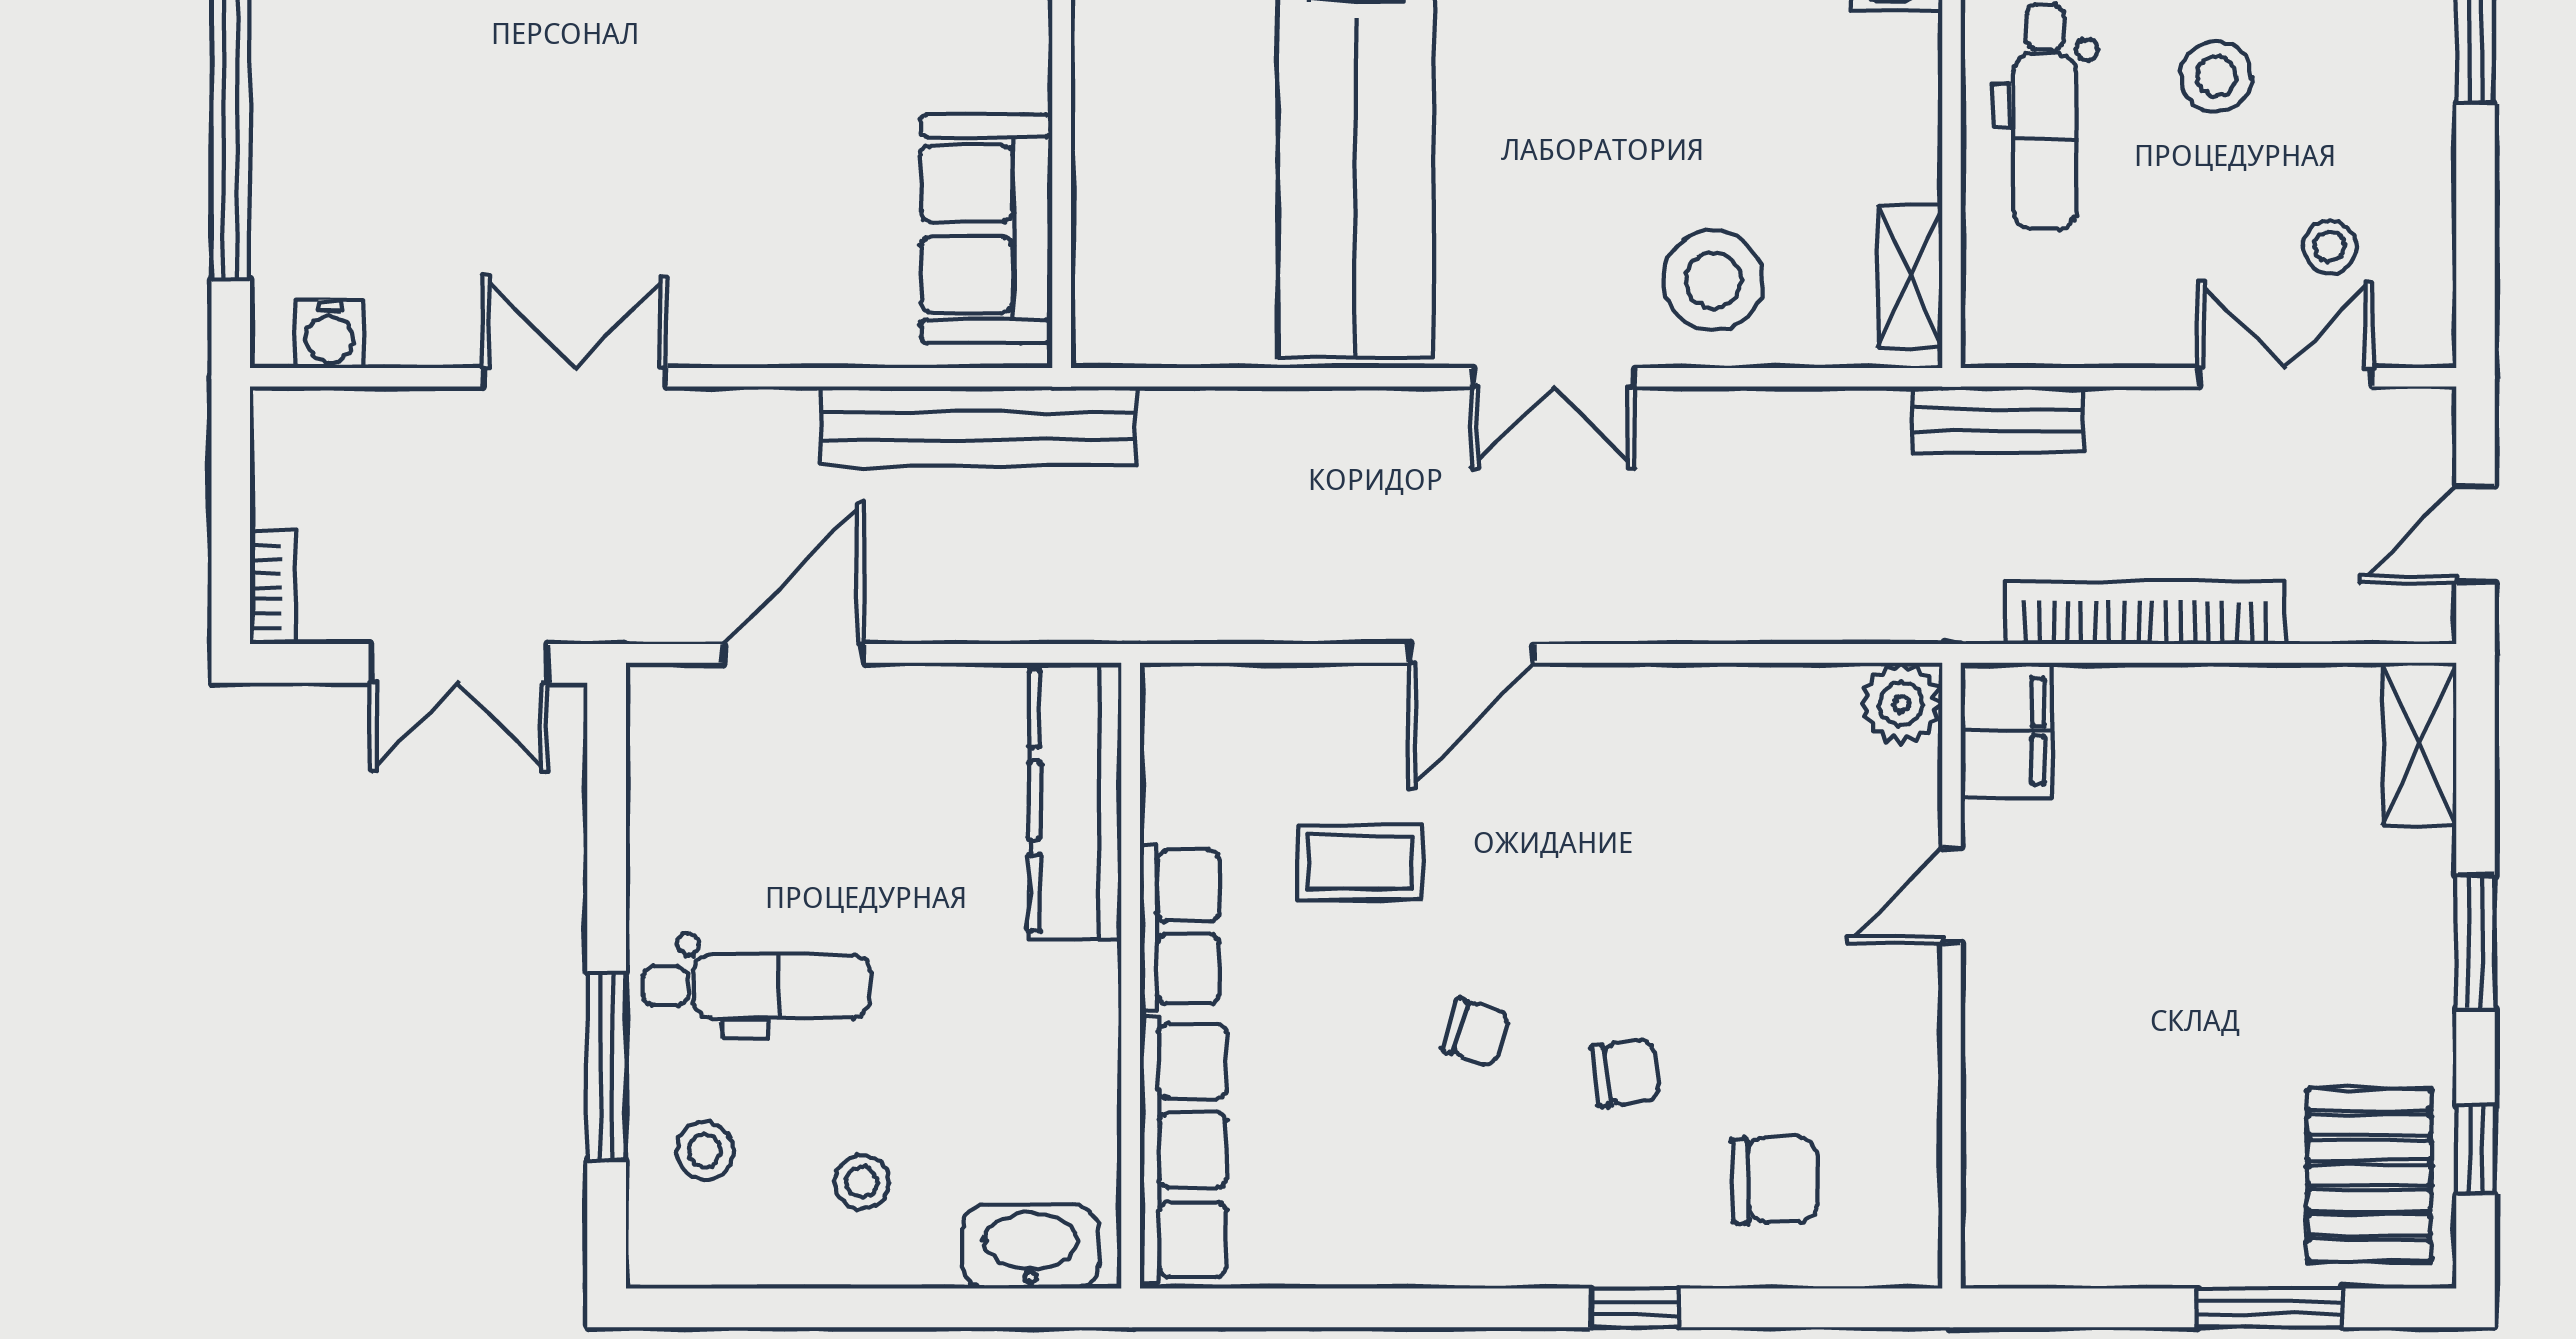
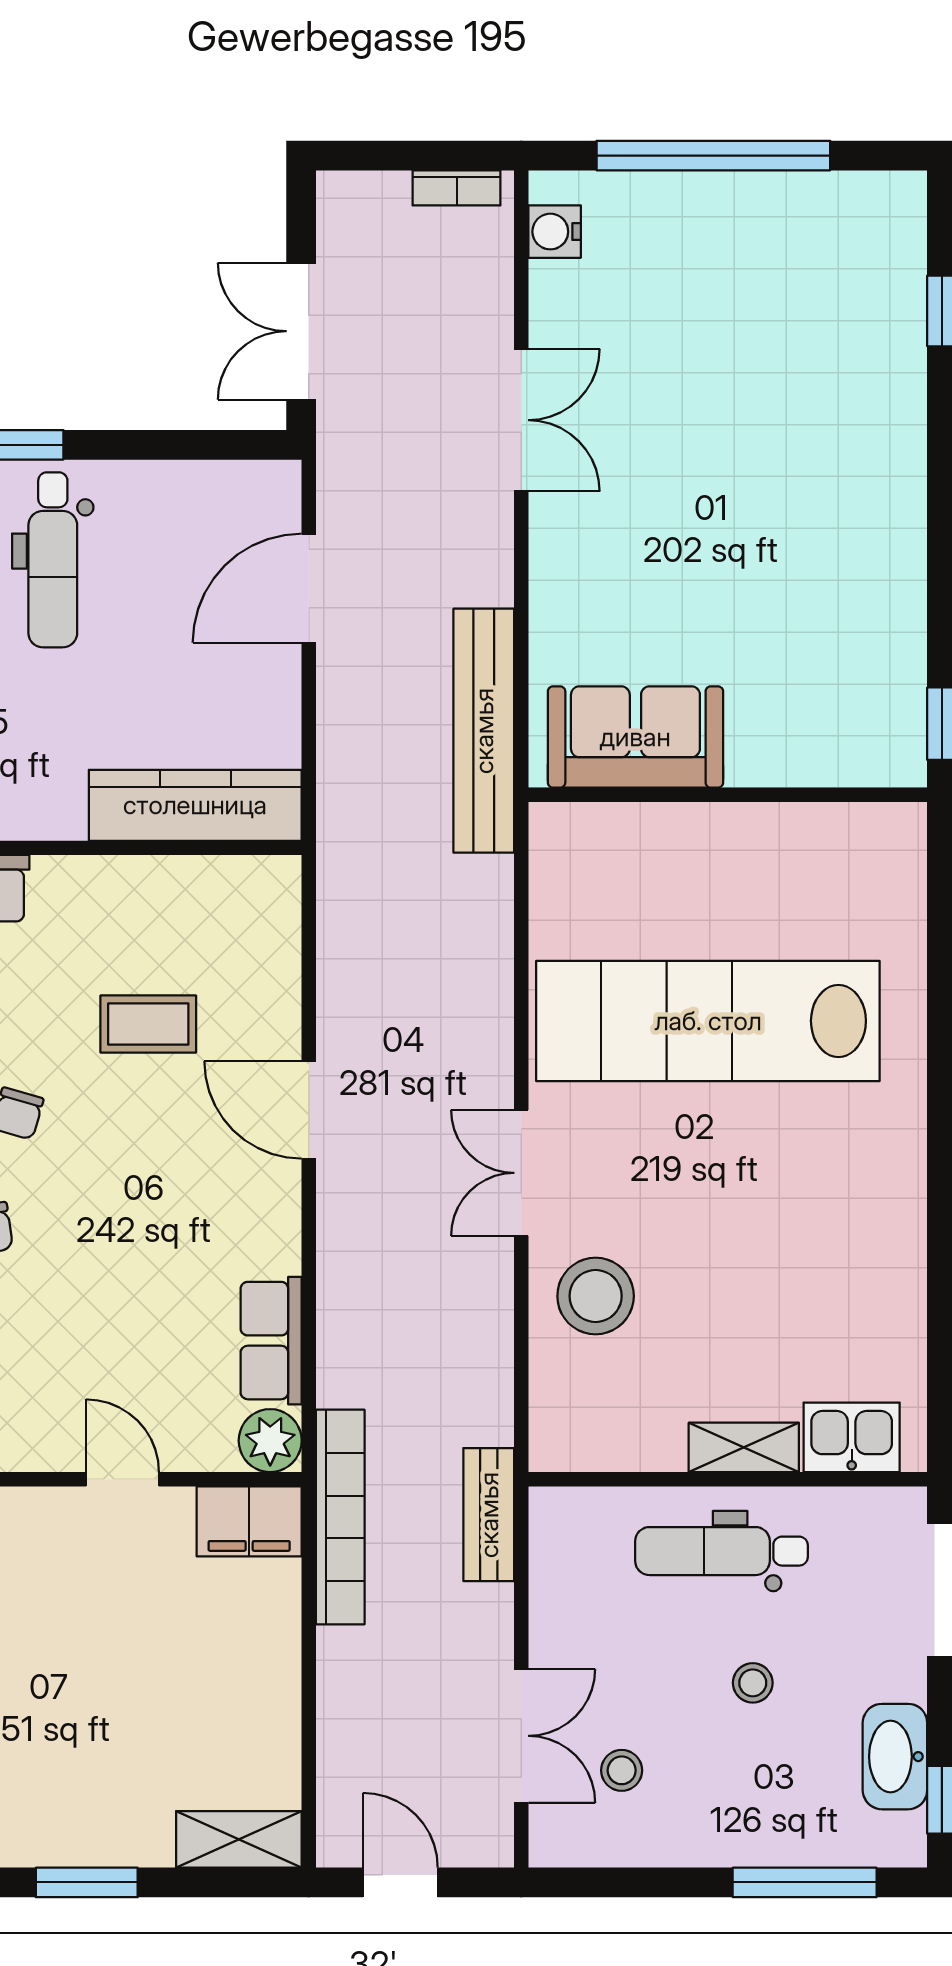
stool: (2216, 76) -> (753, 1683), width x0.73, depth x0.73
shelving: (1910, 276) -> (744, 1447), moved
bookcase: (273, 587) -> (457, 188), moved
bookcase: (2145, 613) -> (340, 1517), moved
door: (793, 653) -> (309, 588), swing flipped
coffee table: (1360, 862) -> (148, 1024), turned 90
row of seats: (1180, 927) -> (271, 1341), moved, turned 90

